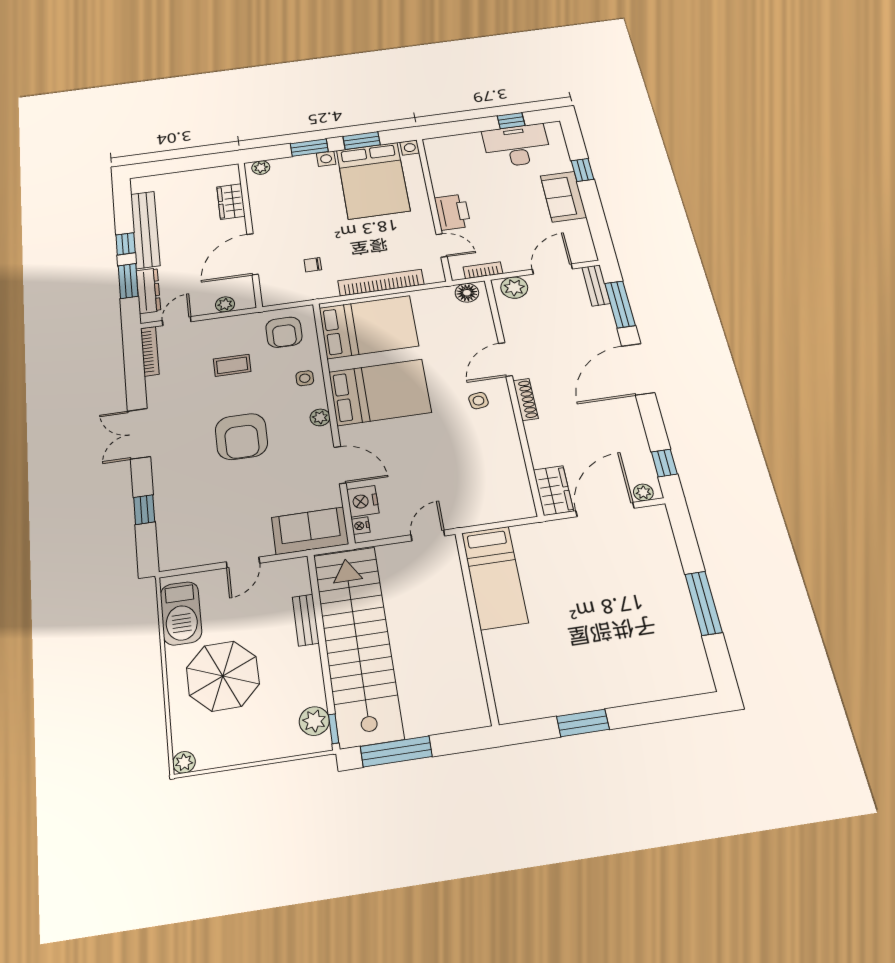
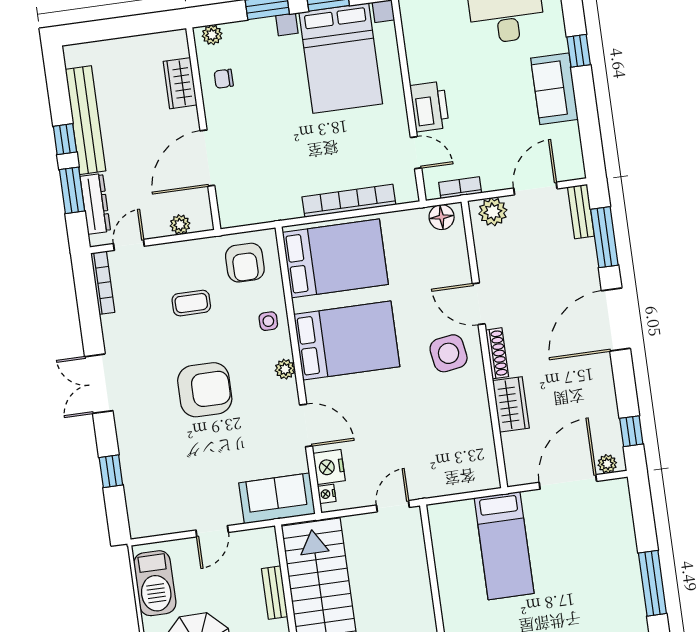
chair: (313, 265) -> (224, 79), moved
door: (505, 360) -> (479, 304), hinge flipped
side table: (478, 401) -> (449, 353), width x1.87, depth x1.87
armchair: (241, 437) -> (205, 390), turned -90
wardrobe: (553, 490) -> (511, 404), moved
bed: (494, 577) -> (504, 546), moved

